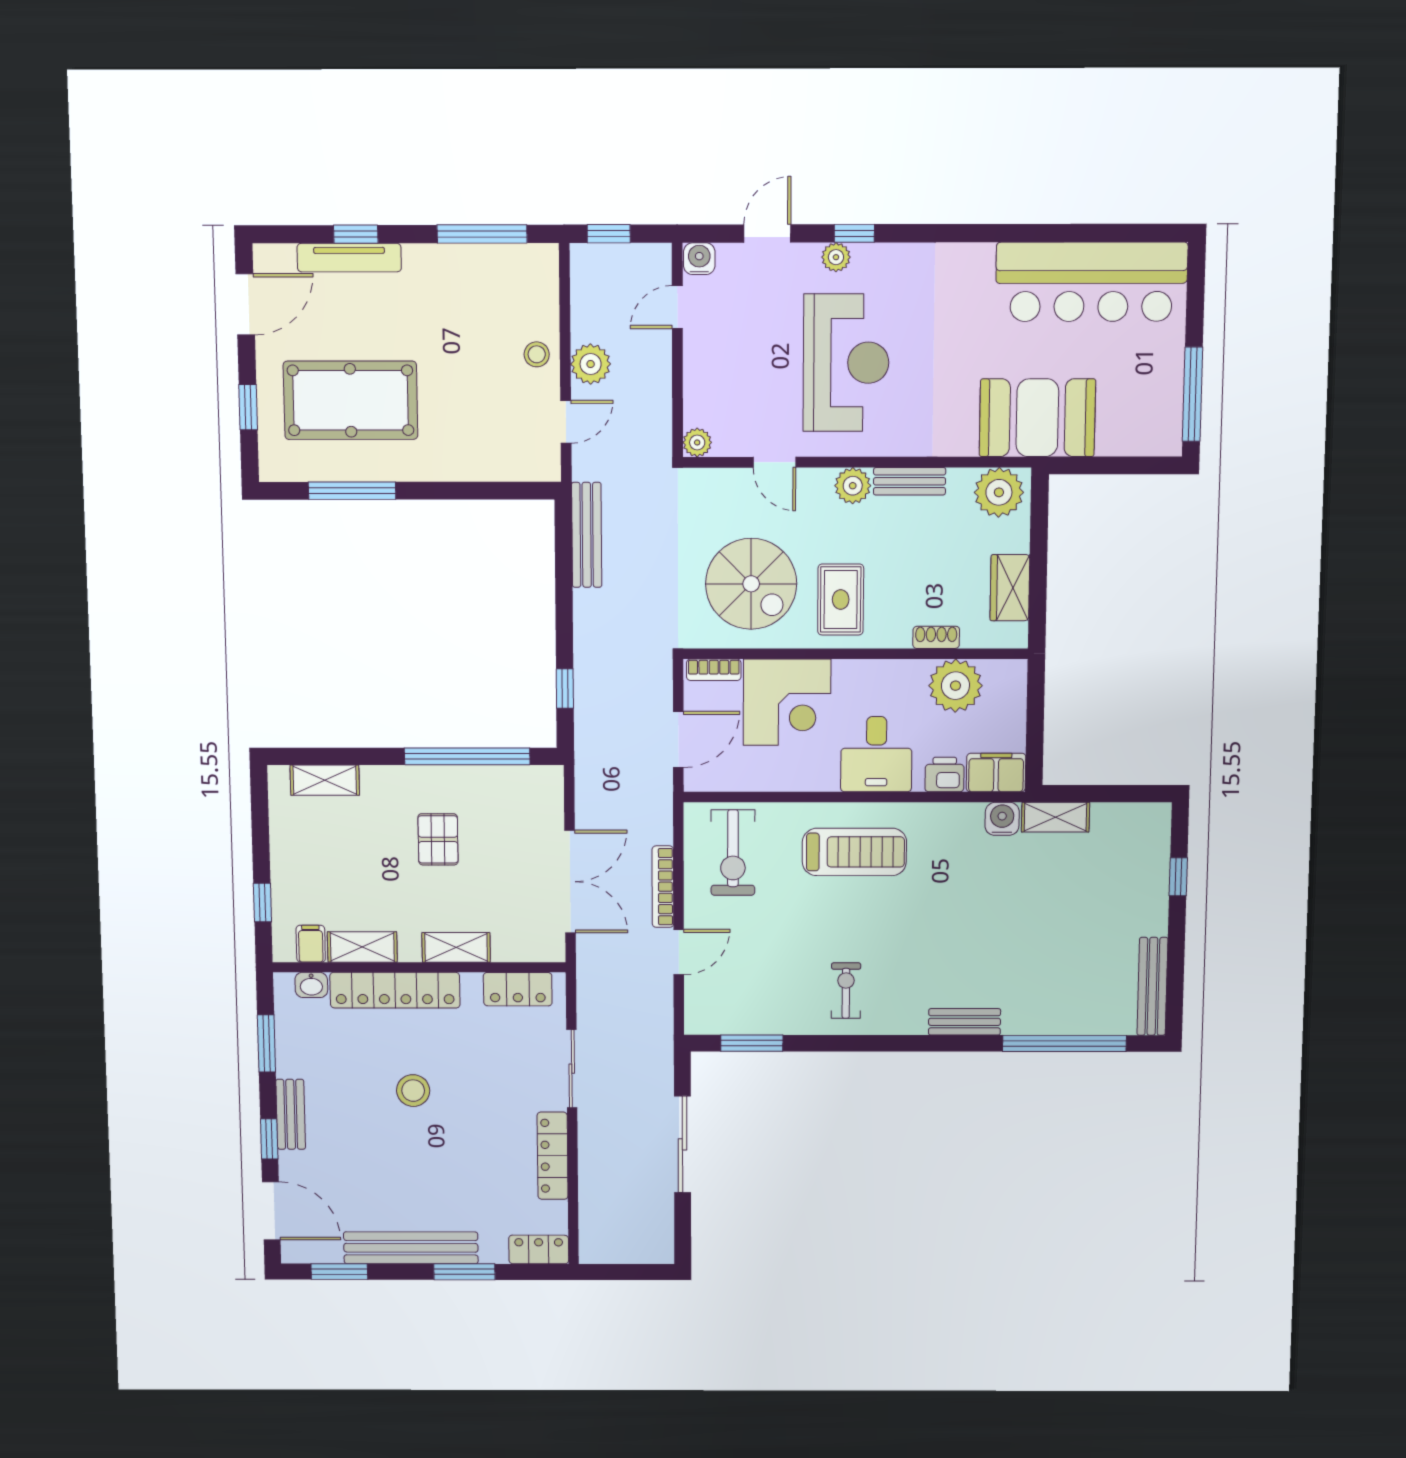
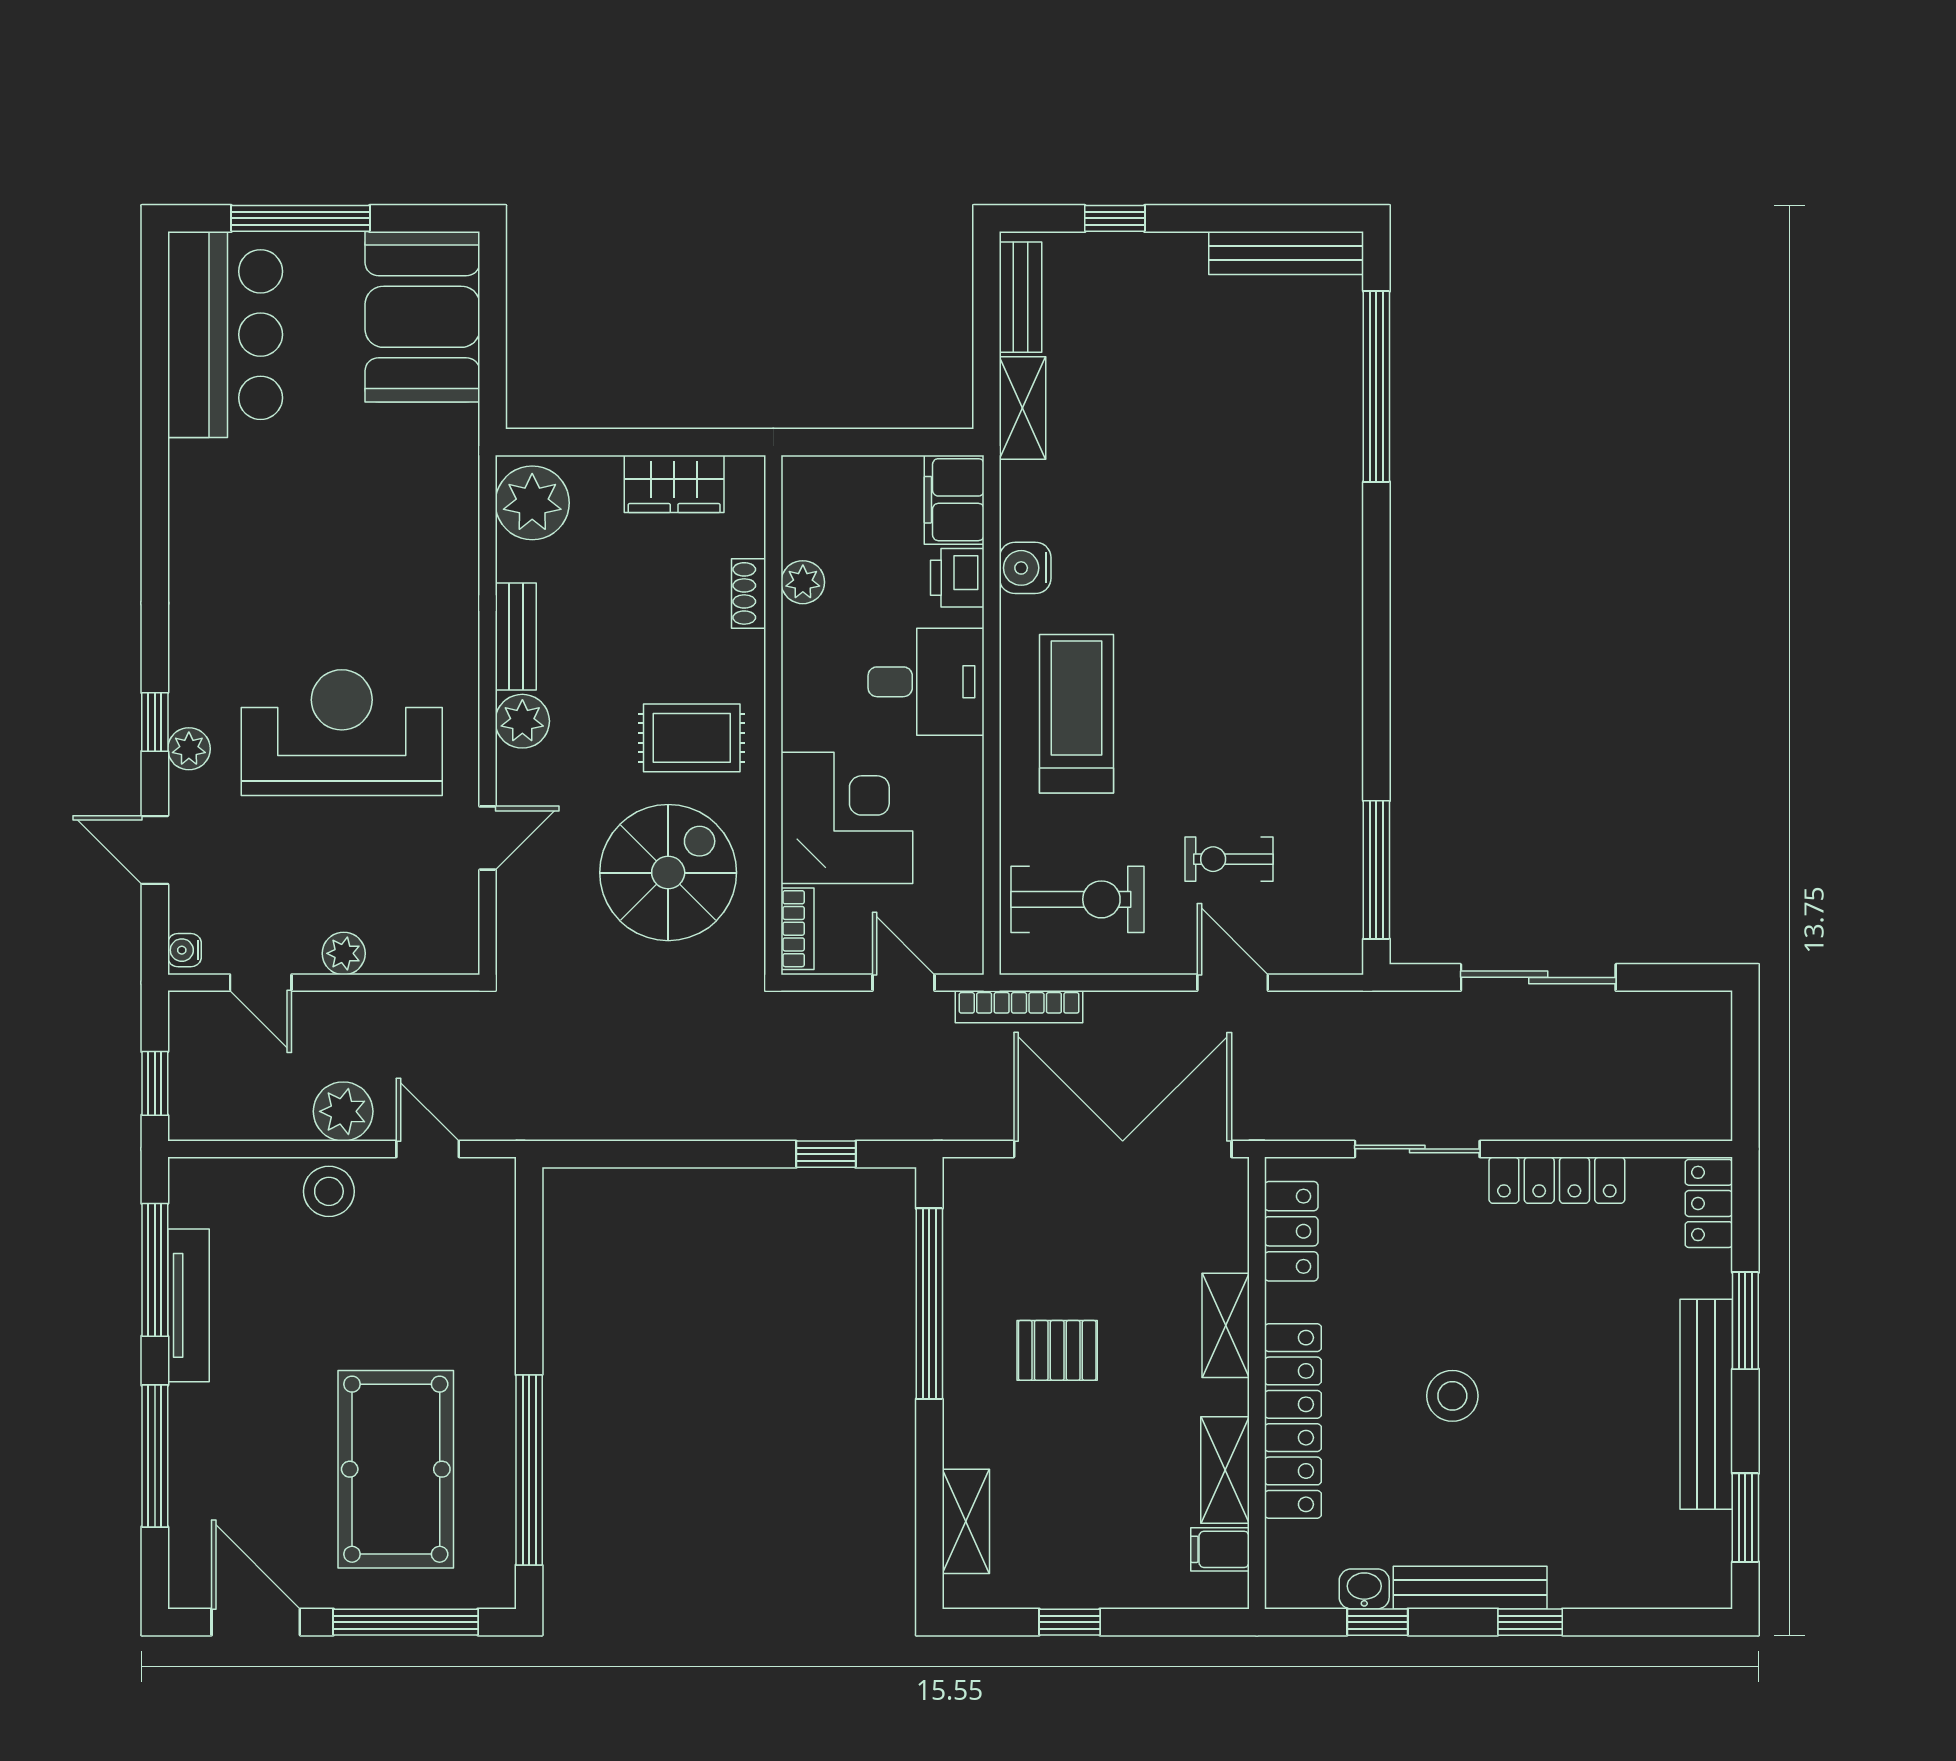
window: (356, 234) -> (155, 1456), width x2.17
tv unit: (349, 258) -> (188, 1305), moved
water cooler: (699, 259) -> (184, 950), width x0.72, depth x0.72
bar counter: (1091, 282) -> (225, 335), width x0.73
stool: (537, 354) -> (329, 1191), width x1.37, depth x1.37
window: (1192, 394) -> (300, 218), moved
window: (248, 407) -> (406, 1622), width x2.17
booth: (1037, 418) -> (422, 317), moved
plant: (697, 442) -> (344, 953), moved
window: (352, 491) -> (529, 1470), width x1.46
bench: (587, 535) -> (595, 1119), removed
plant: (955, 686) -> (803, 582), width x0.53, depth x0.53
door: (678, 739) -> (903, 983), width x0.73
water cooler: (1002, 819) -> (1025, 568), moved
double door: (570, 882) -> (1123, 1149), width x1.36
bookcase: (663, 887) -> (1019, 1007), moved
window: (262, 903) -> (1070, 1622), moved
washbasin: (311, 985) -> (1364, 1589), moved, turned -90
exercise bike: (846, 991) -> (1229, 859), moved
bench: (964, 1022) -> (1021, 297), moved
window: (266, 1043) -> (1378, 1622), width x0.67
window: (752, 1043) -> (1376, 870), width x1.44
bench: (291, 1114) -> (1470, 1588), width x1.36
door: (271, 1211) -> (1647, 1622), removed

